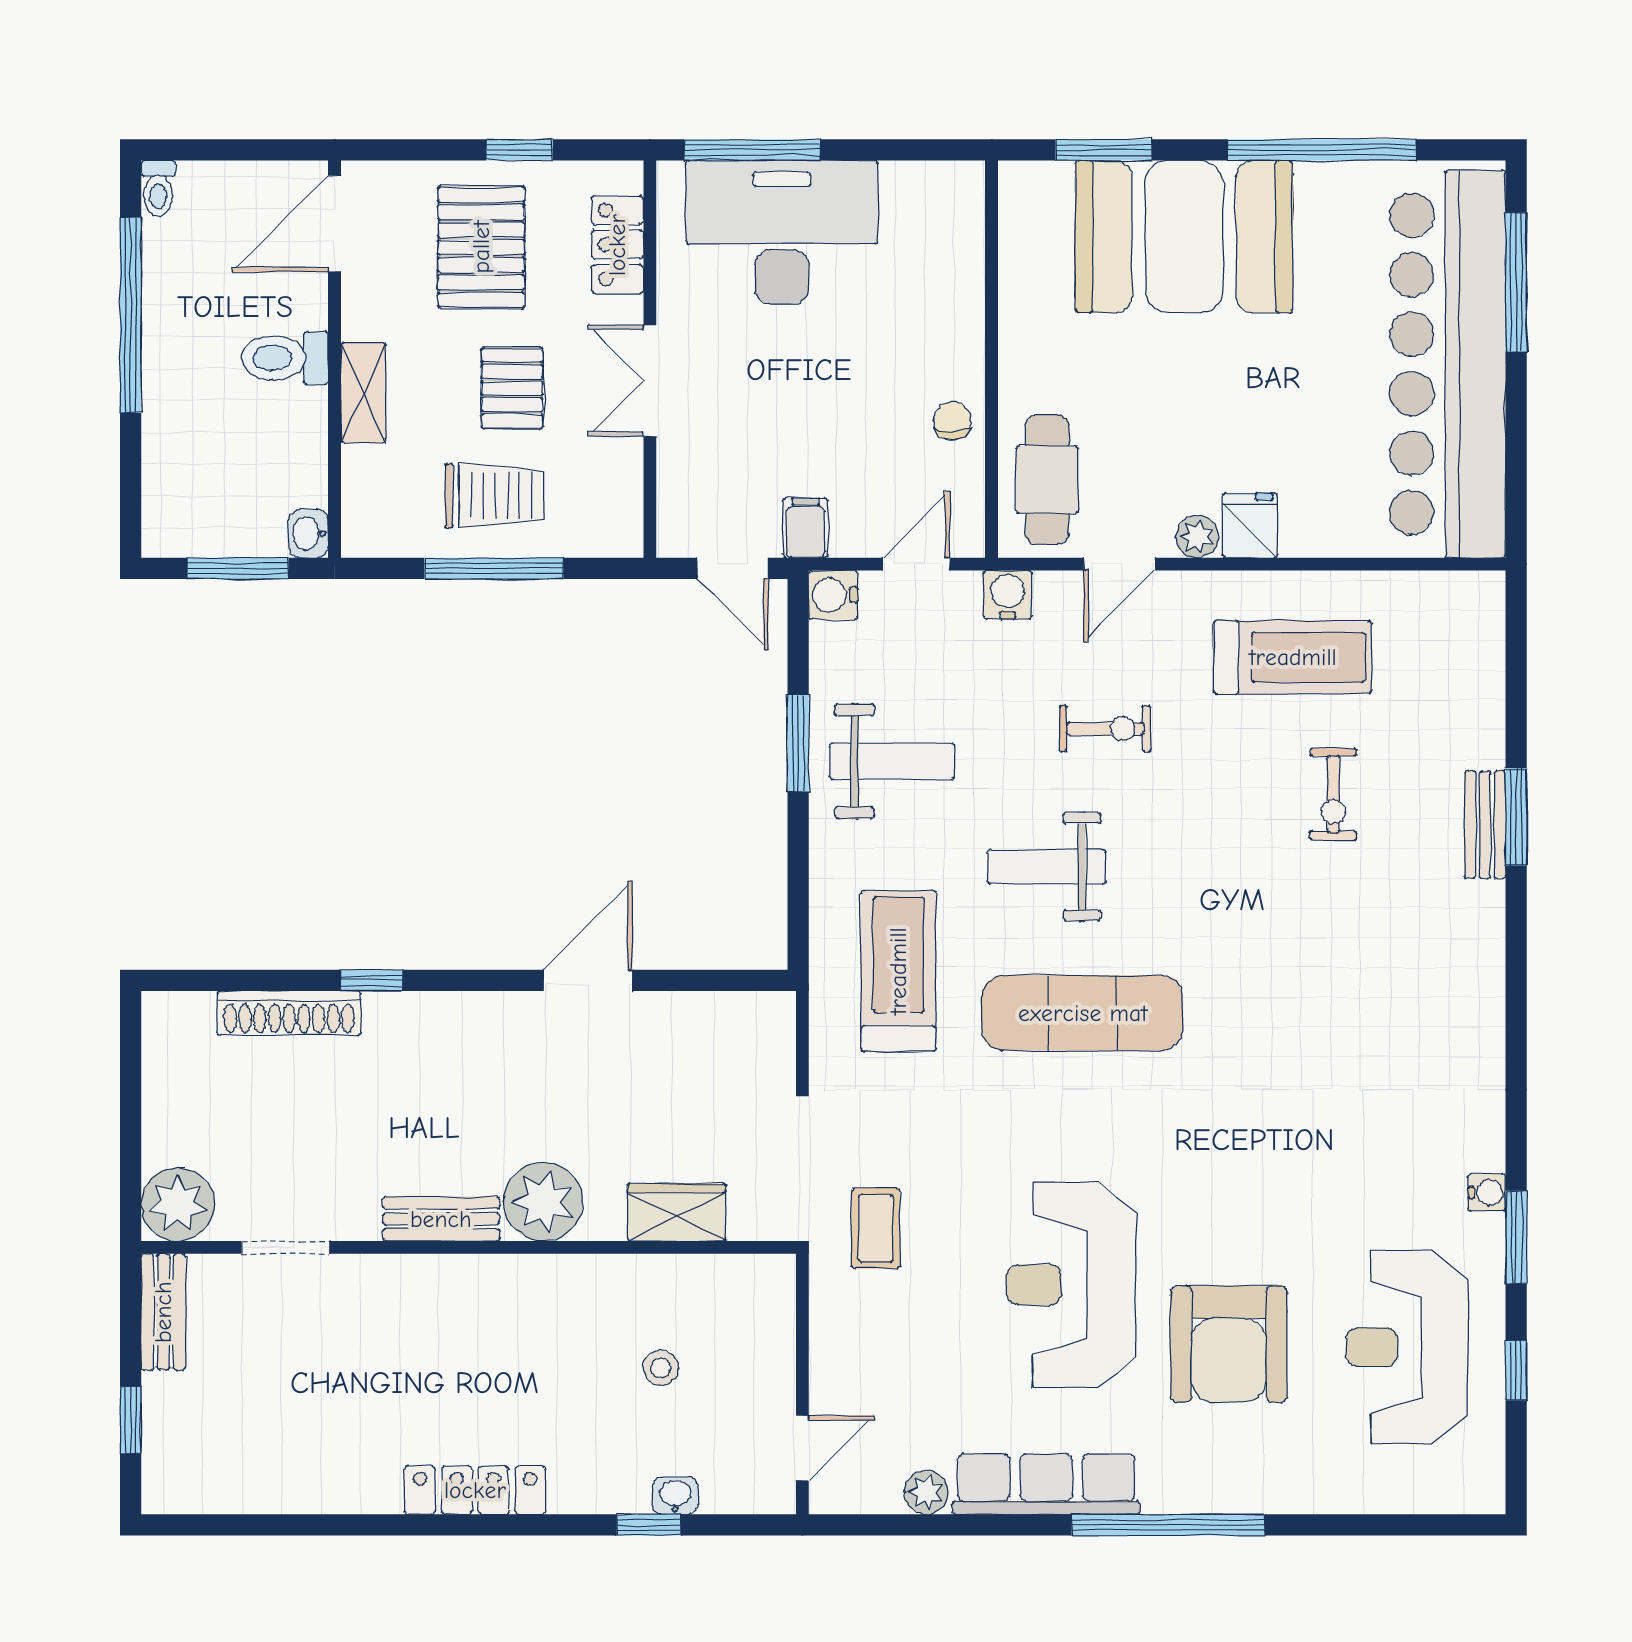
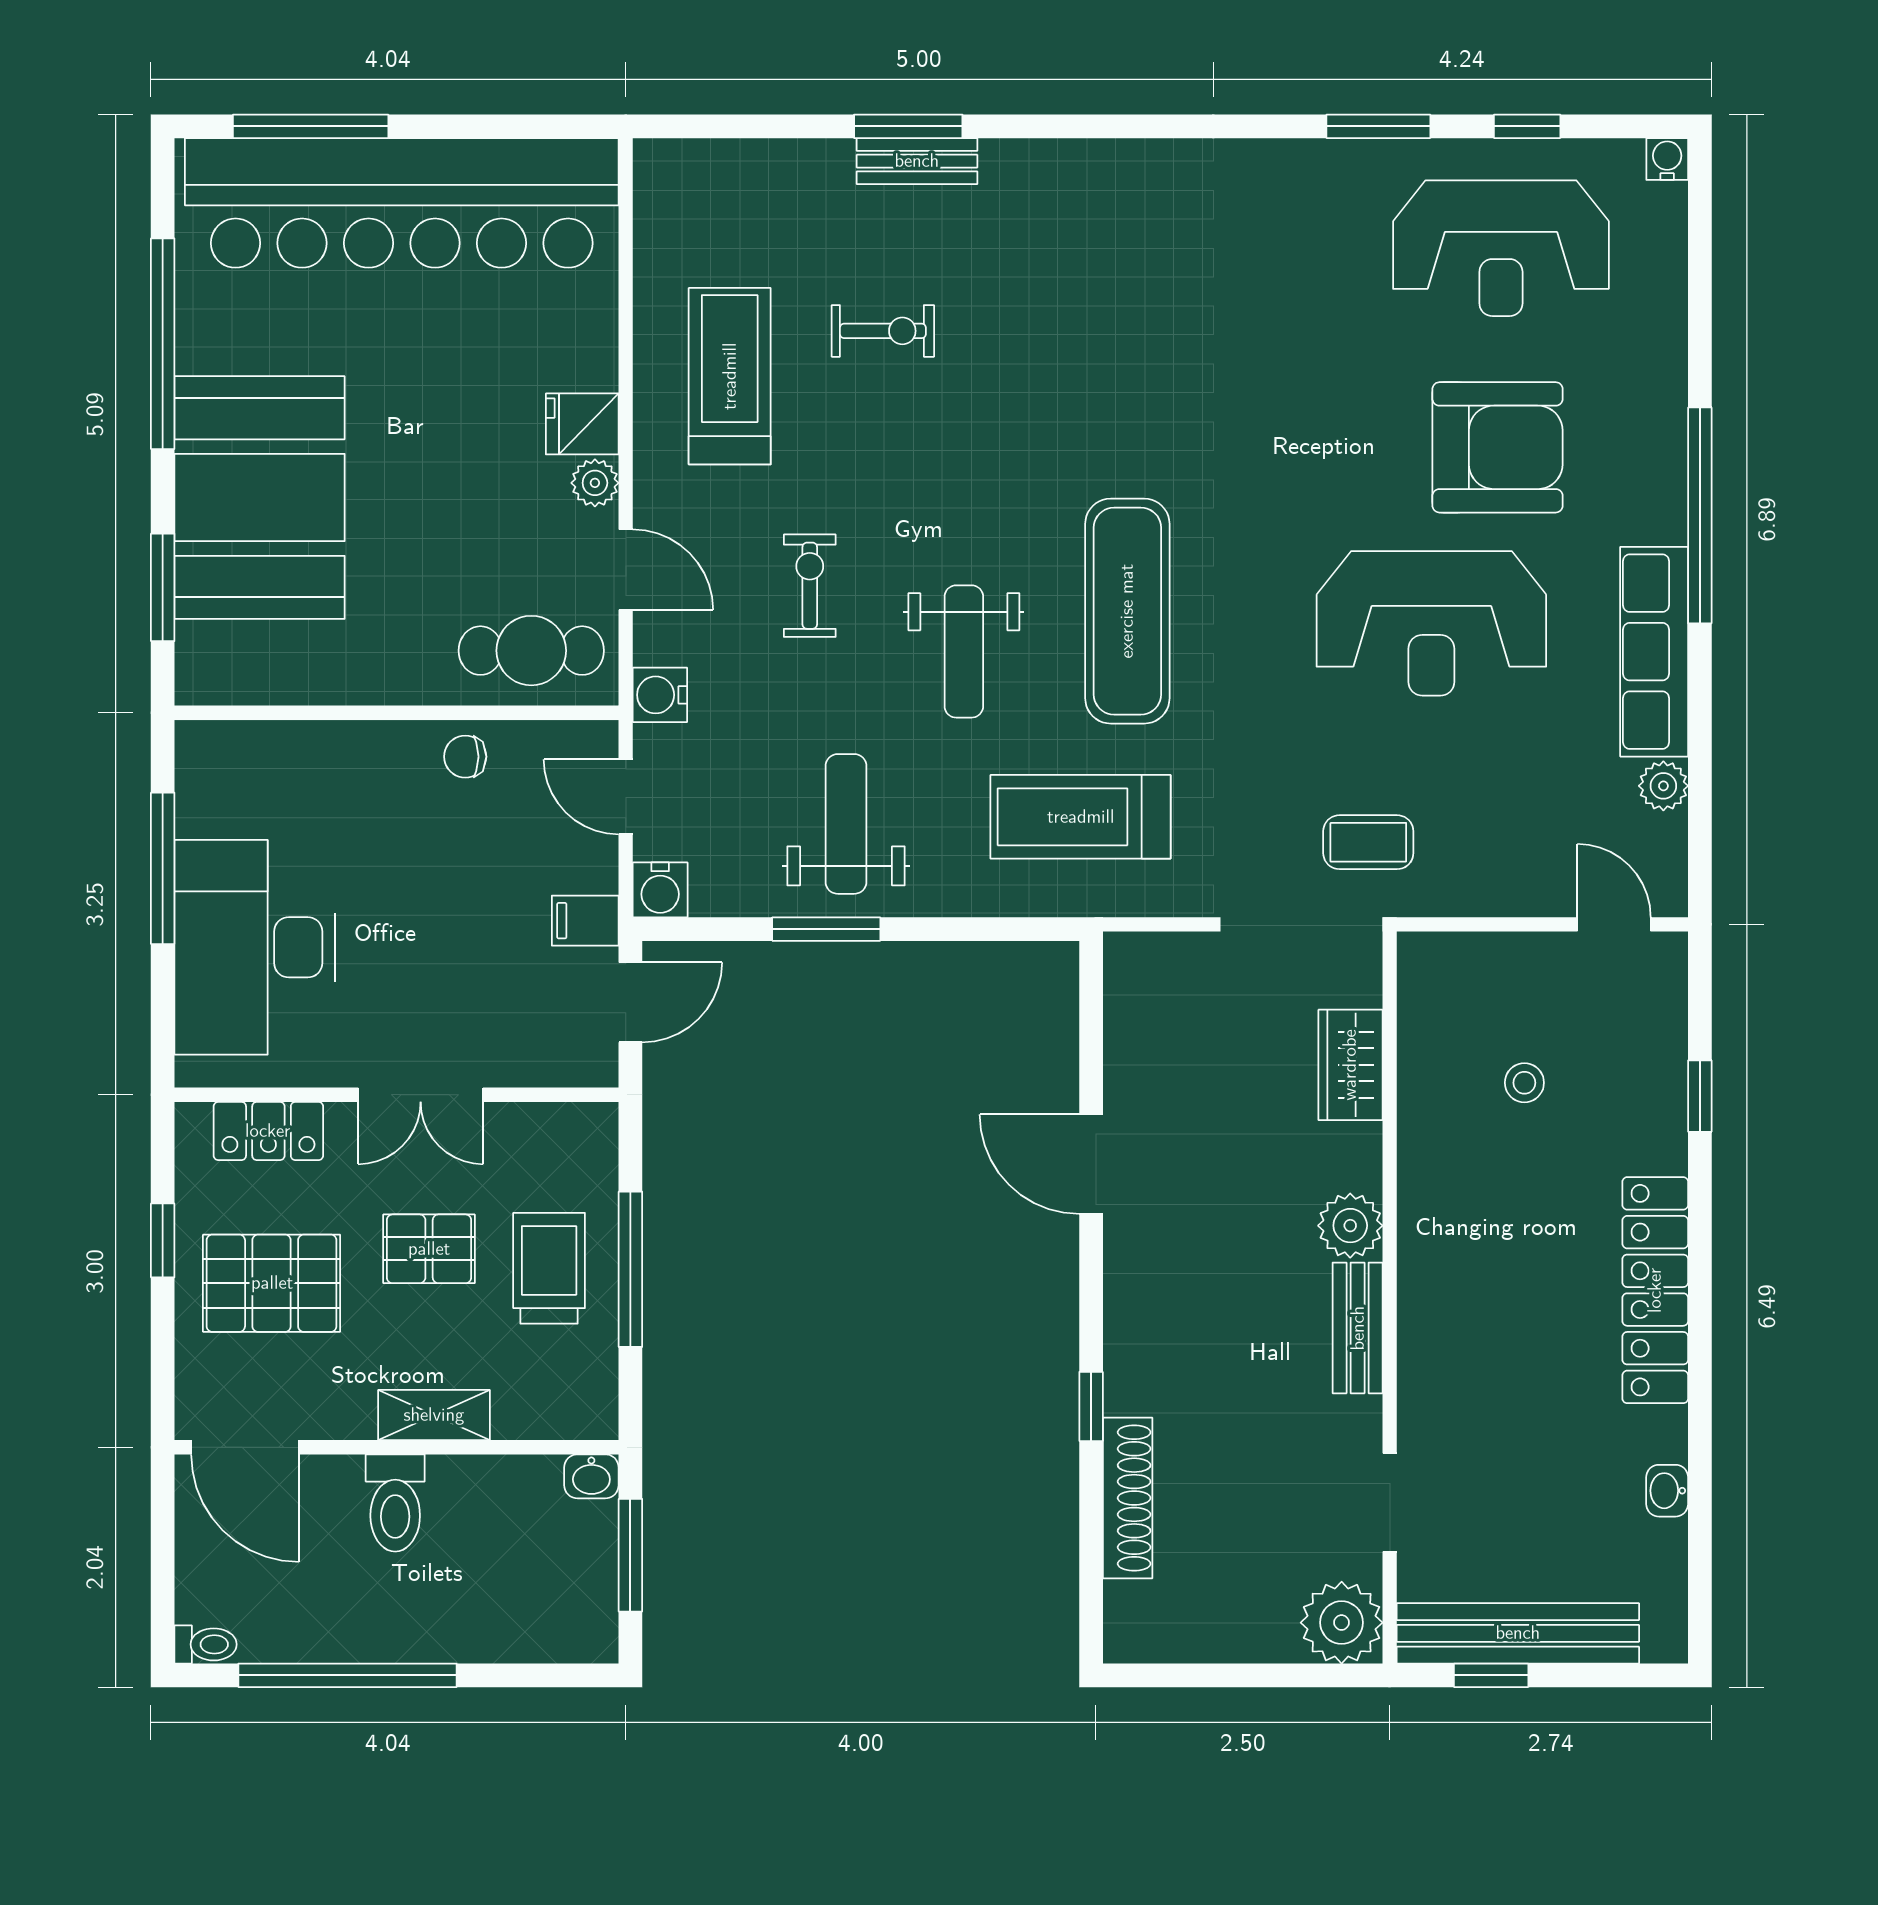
window: (752, 150) -> (163, 868), moved
water cooler: (1487, 1193) -> (1667, 159), moved
plant: (543, 1202) -> (1350, 1226), width x0.73, depth x0.73
bench: (163, 1312) -> (1518, 1633), width x1.86, depth x1.21
window: (131, 1420) -> (1491, 1675), moved
locker: (475, 1490) -> (1655, 1290), width x1.41, depth x1.21
washbasin: (675, 1496) -> (1667, 1491), moved

